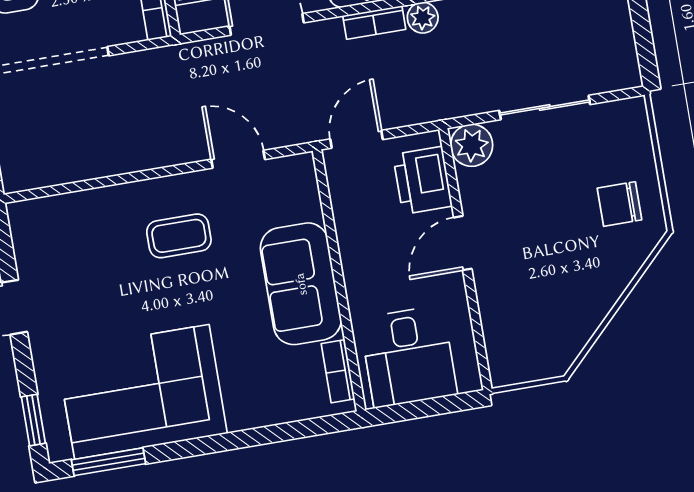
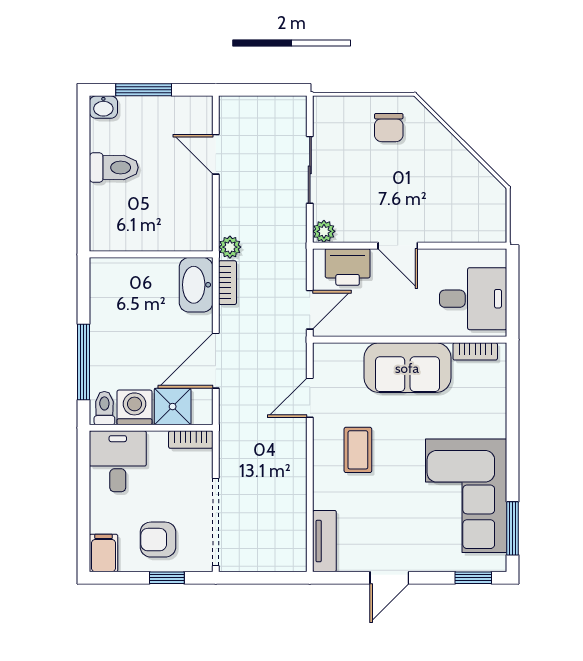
door: (356, 139) -> (310, 310), swing flipped
plant: (472, 145) -> (324, 231), width x0.73, depth x0.73
tv unit: (49, 212) -> (324, 541), added

